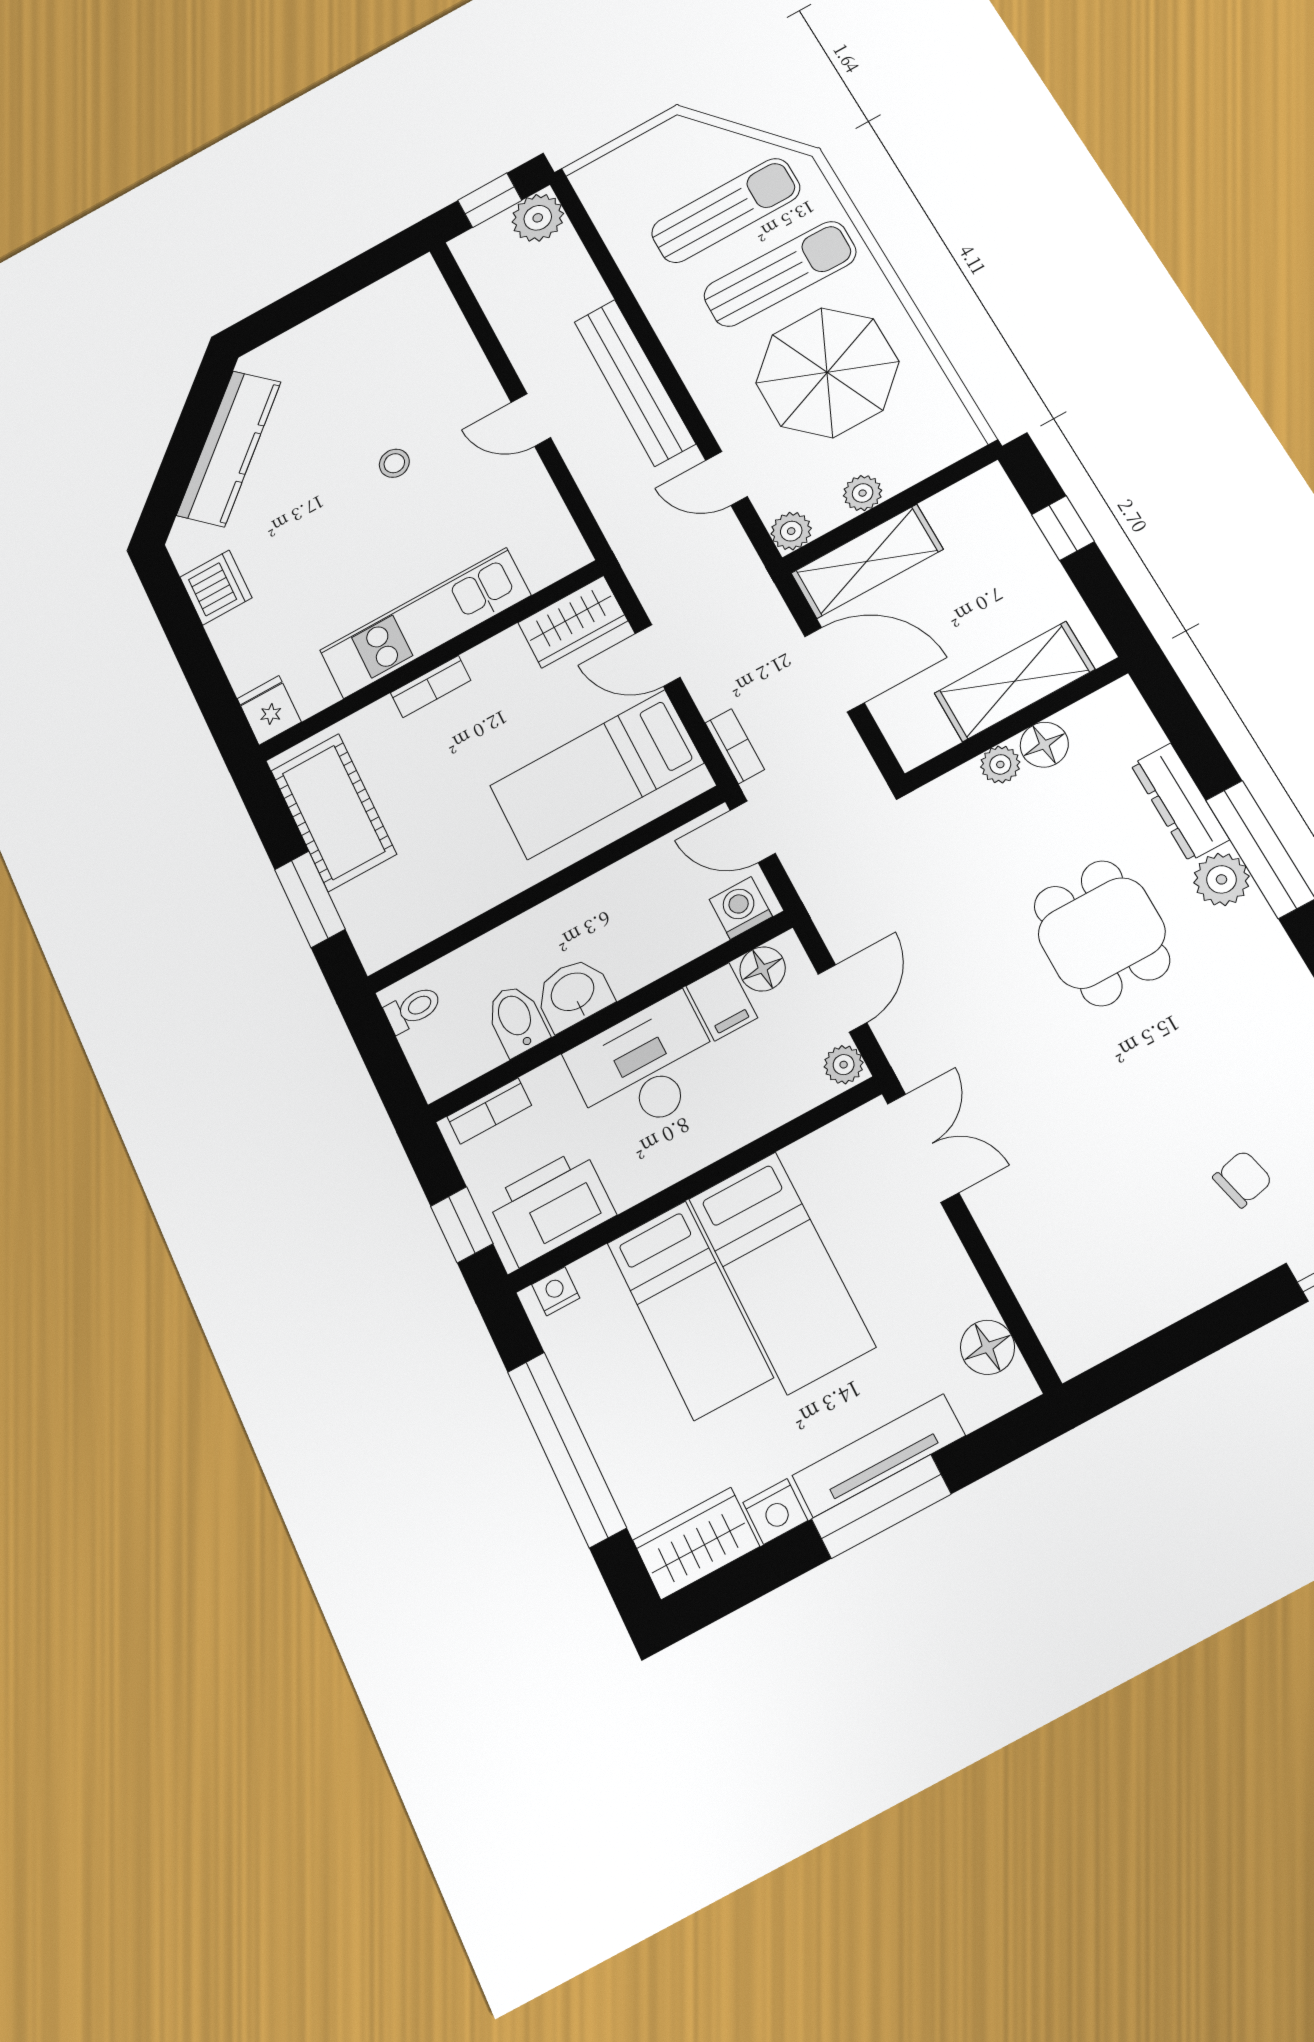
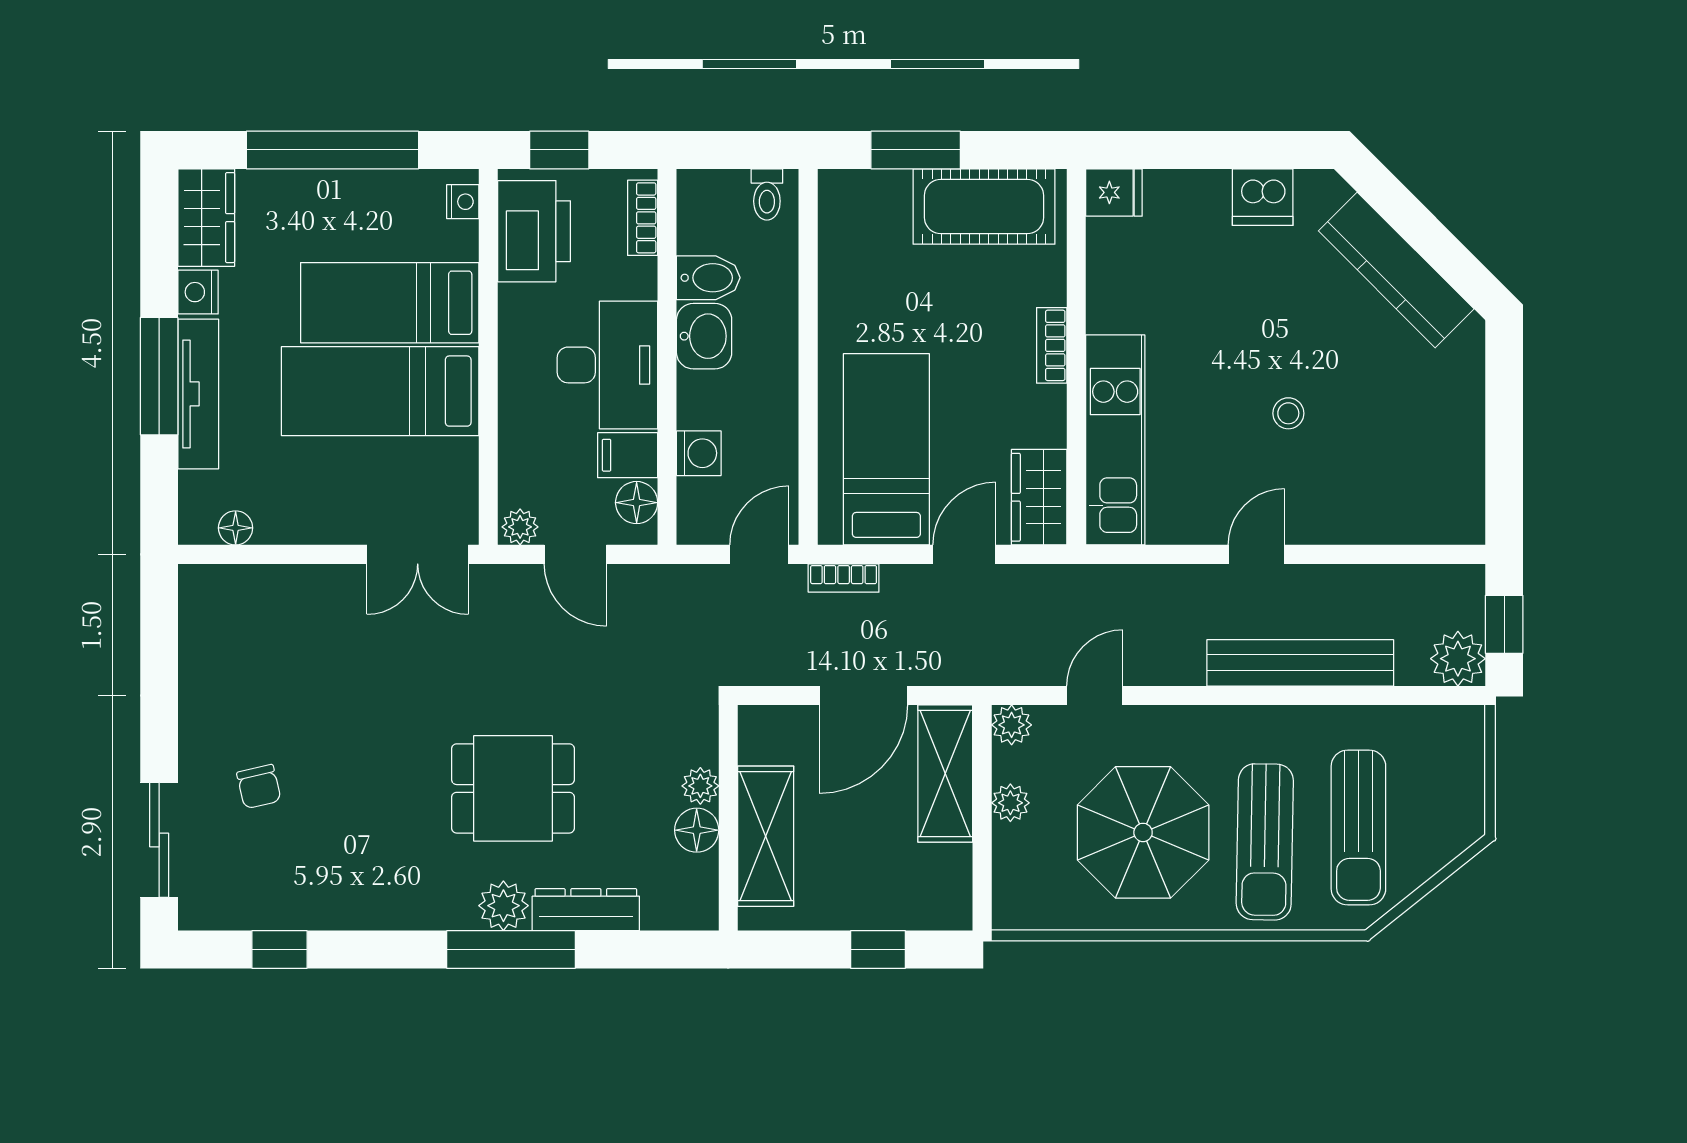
bench: (634, 382) -> (1300, 663), moved
kitchen unit: (425, 623) -> (1115, 440), moved
washing machine: (741, 908) -> (699, 453), moved
floor lamp: (988, 1347) -> (236, 528), width x0.73, depth x0.73

